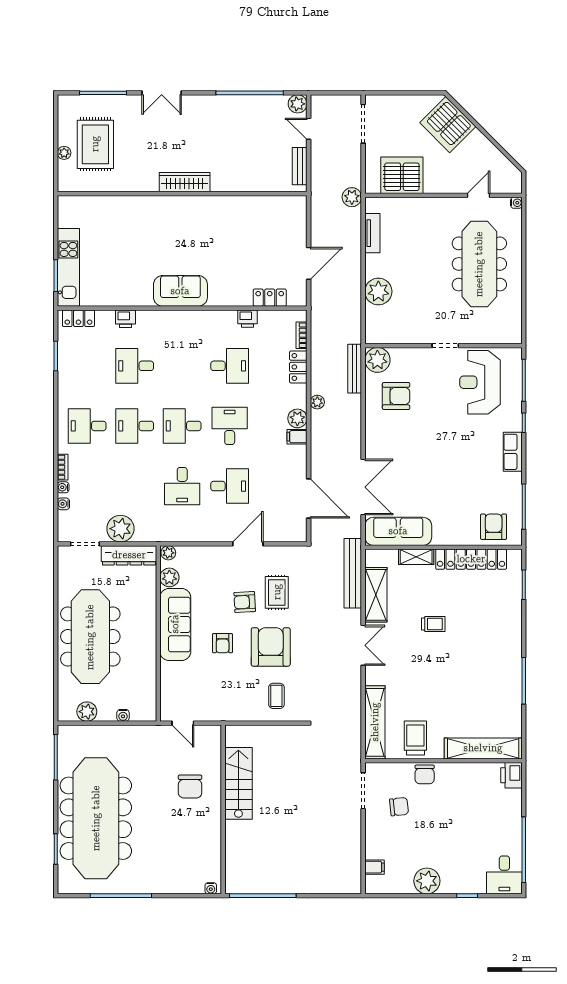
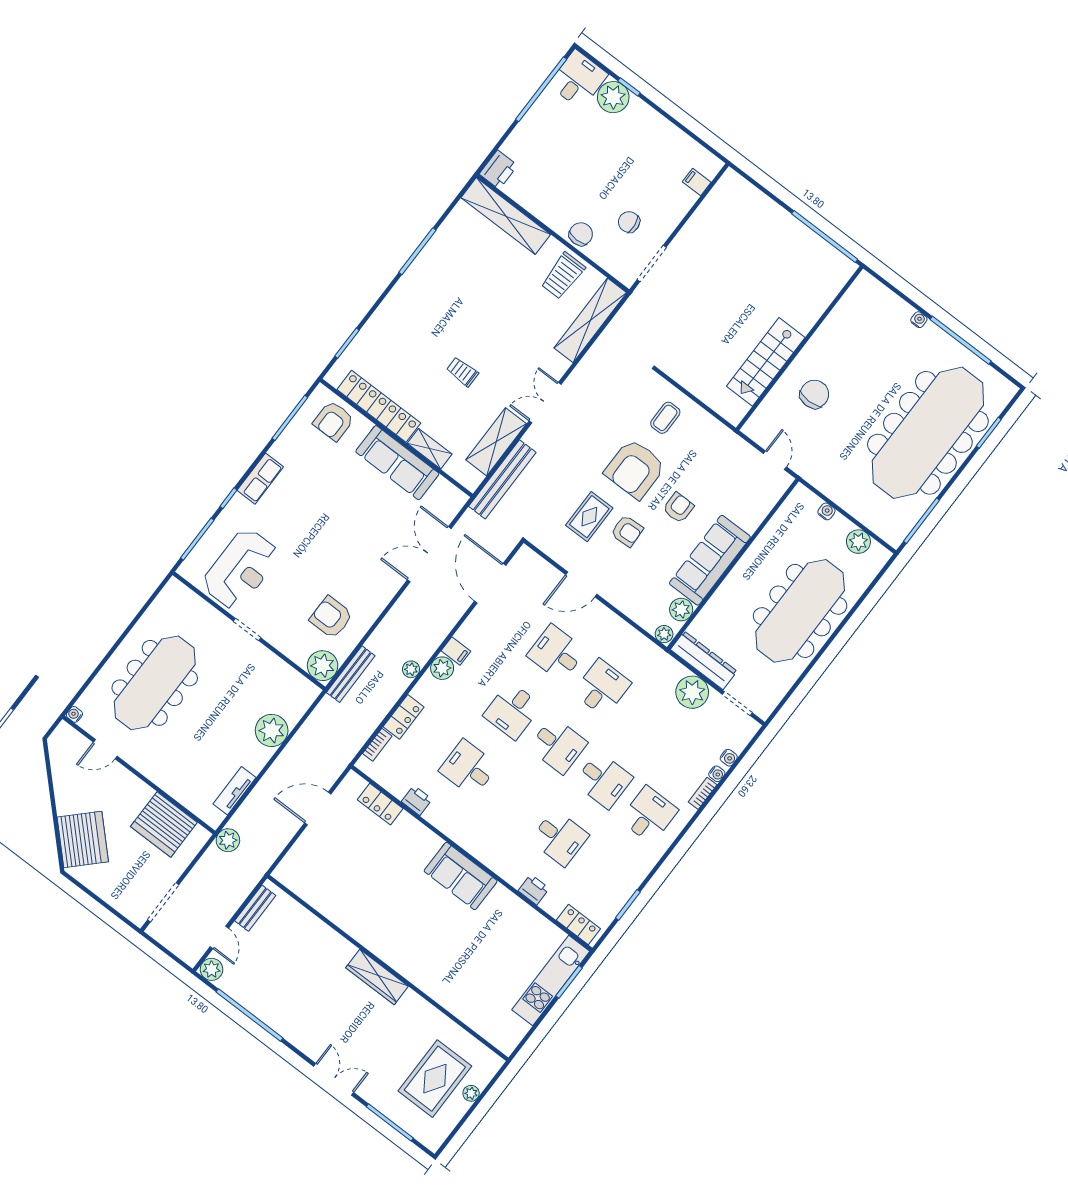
desk: (87, 426) -> (649, 815), turned -90
sofa: (398, 531) -> (397, 463), moved
plant: (427, 881) -> (613, 97), moved
water cooler: (211, 888) -> (919, 320), moved

